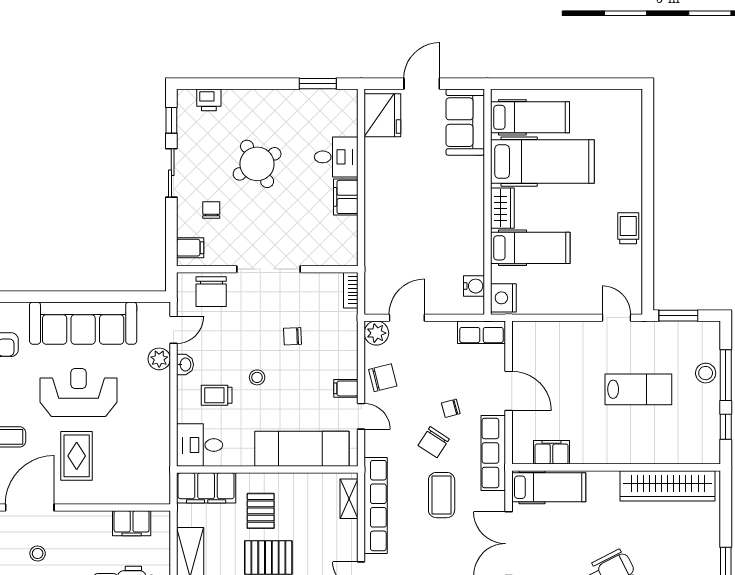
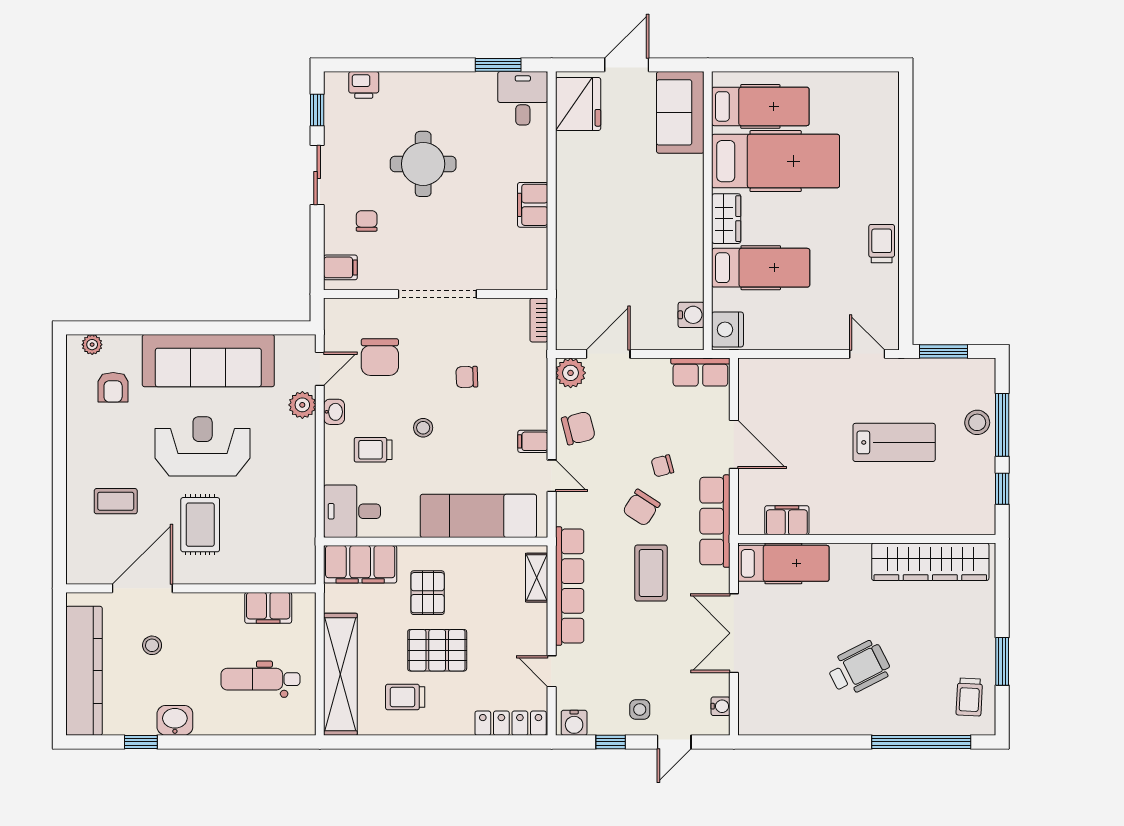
desk: (336, 157) -> (523, 98), moved, turned -90
round table: (257, 164) -> (423, 164), turned 30
chair: (211, 292) -> (380, 357), moved

